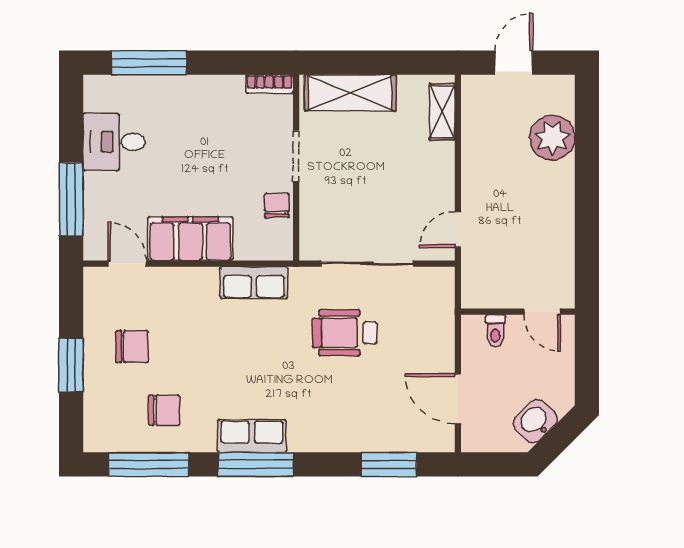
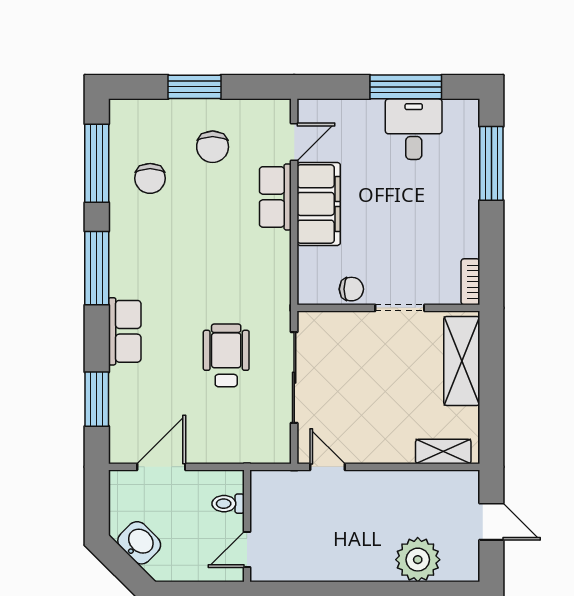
window: (71, 199) -> (406, 87), moved
row of seats: (254, 283) -> (275, 197), moved
row of seats: (252, 436) -> (125, 331), moved

